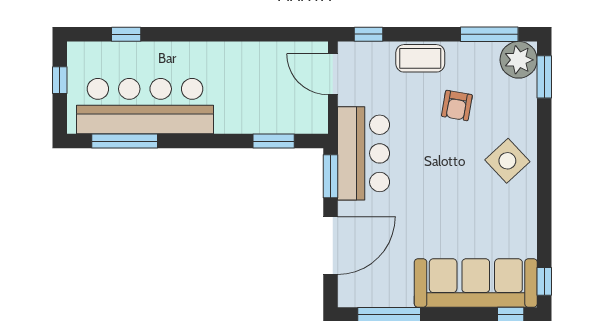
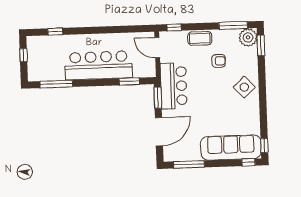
bar counter: (145, 106) -> (99, 65), moved
armchair: (457, 106) -> (219, 61), turned -100

